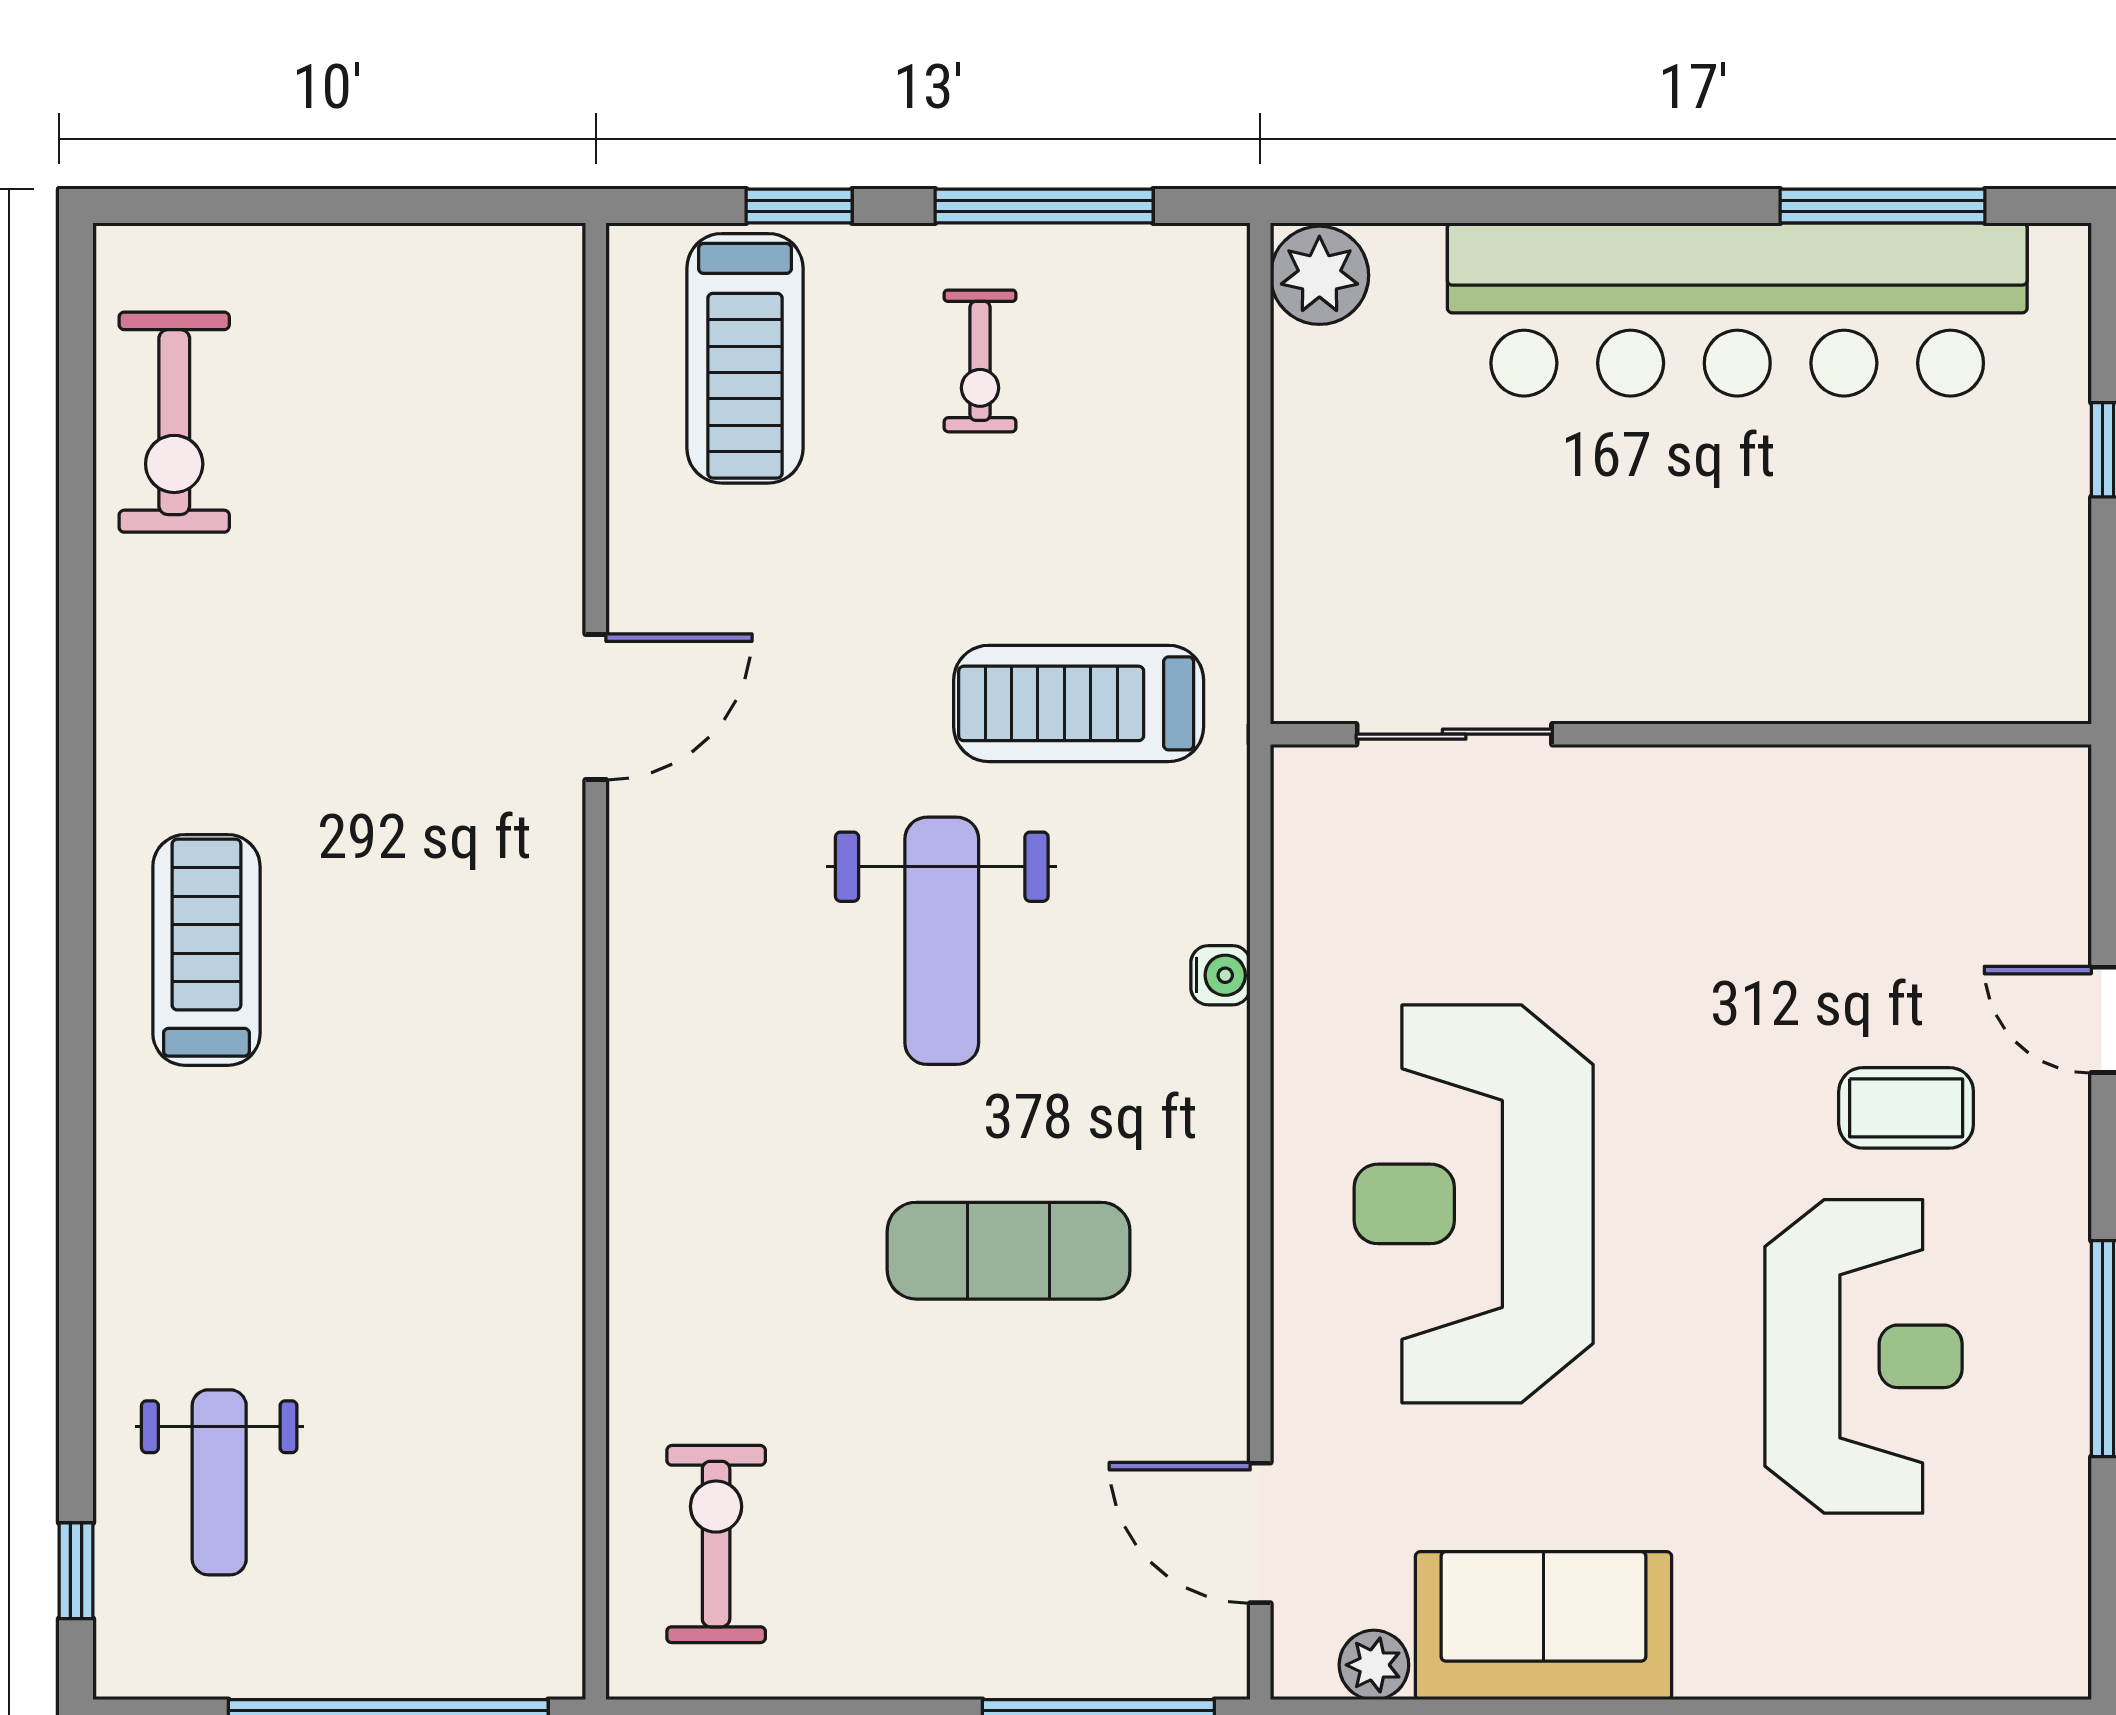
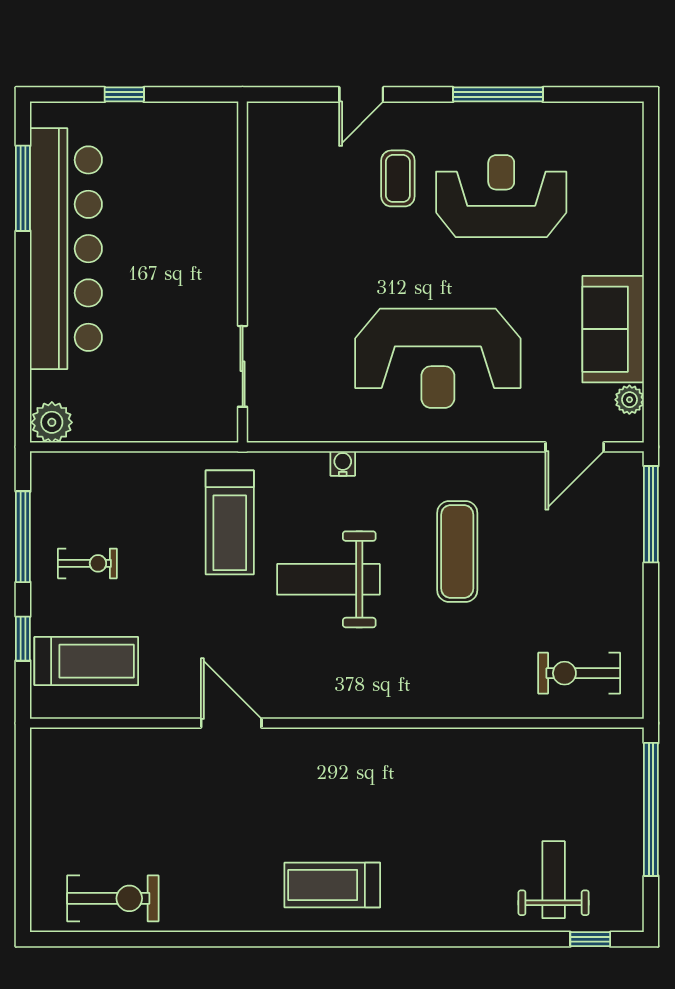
weight bench: (942, 941) -> (328, 579), turned 180
weight bench: (219, 1482) -> (554, 880), turned -90

